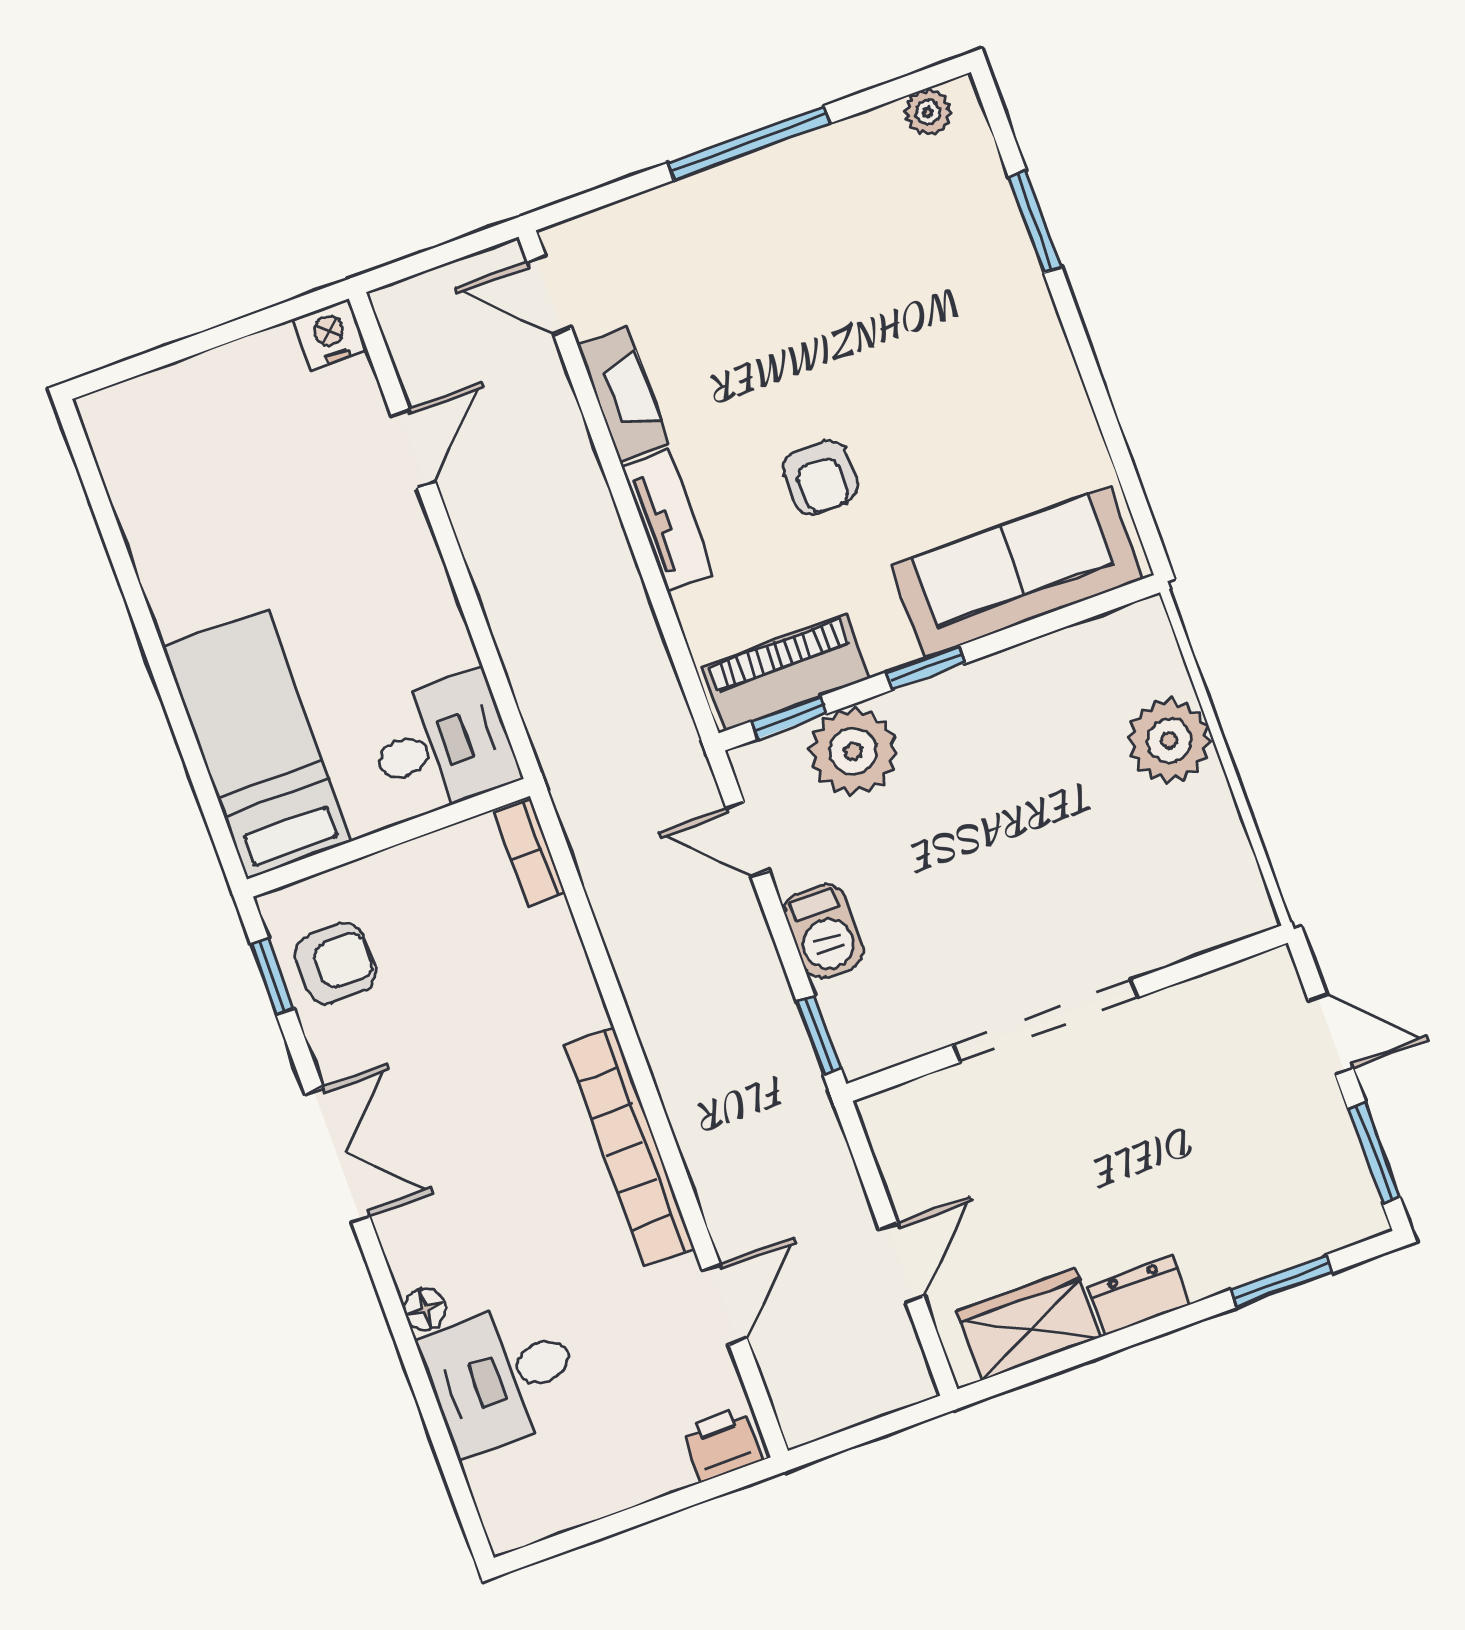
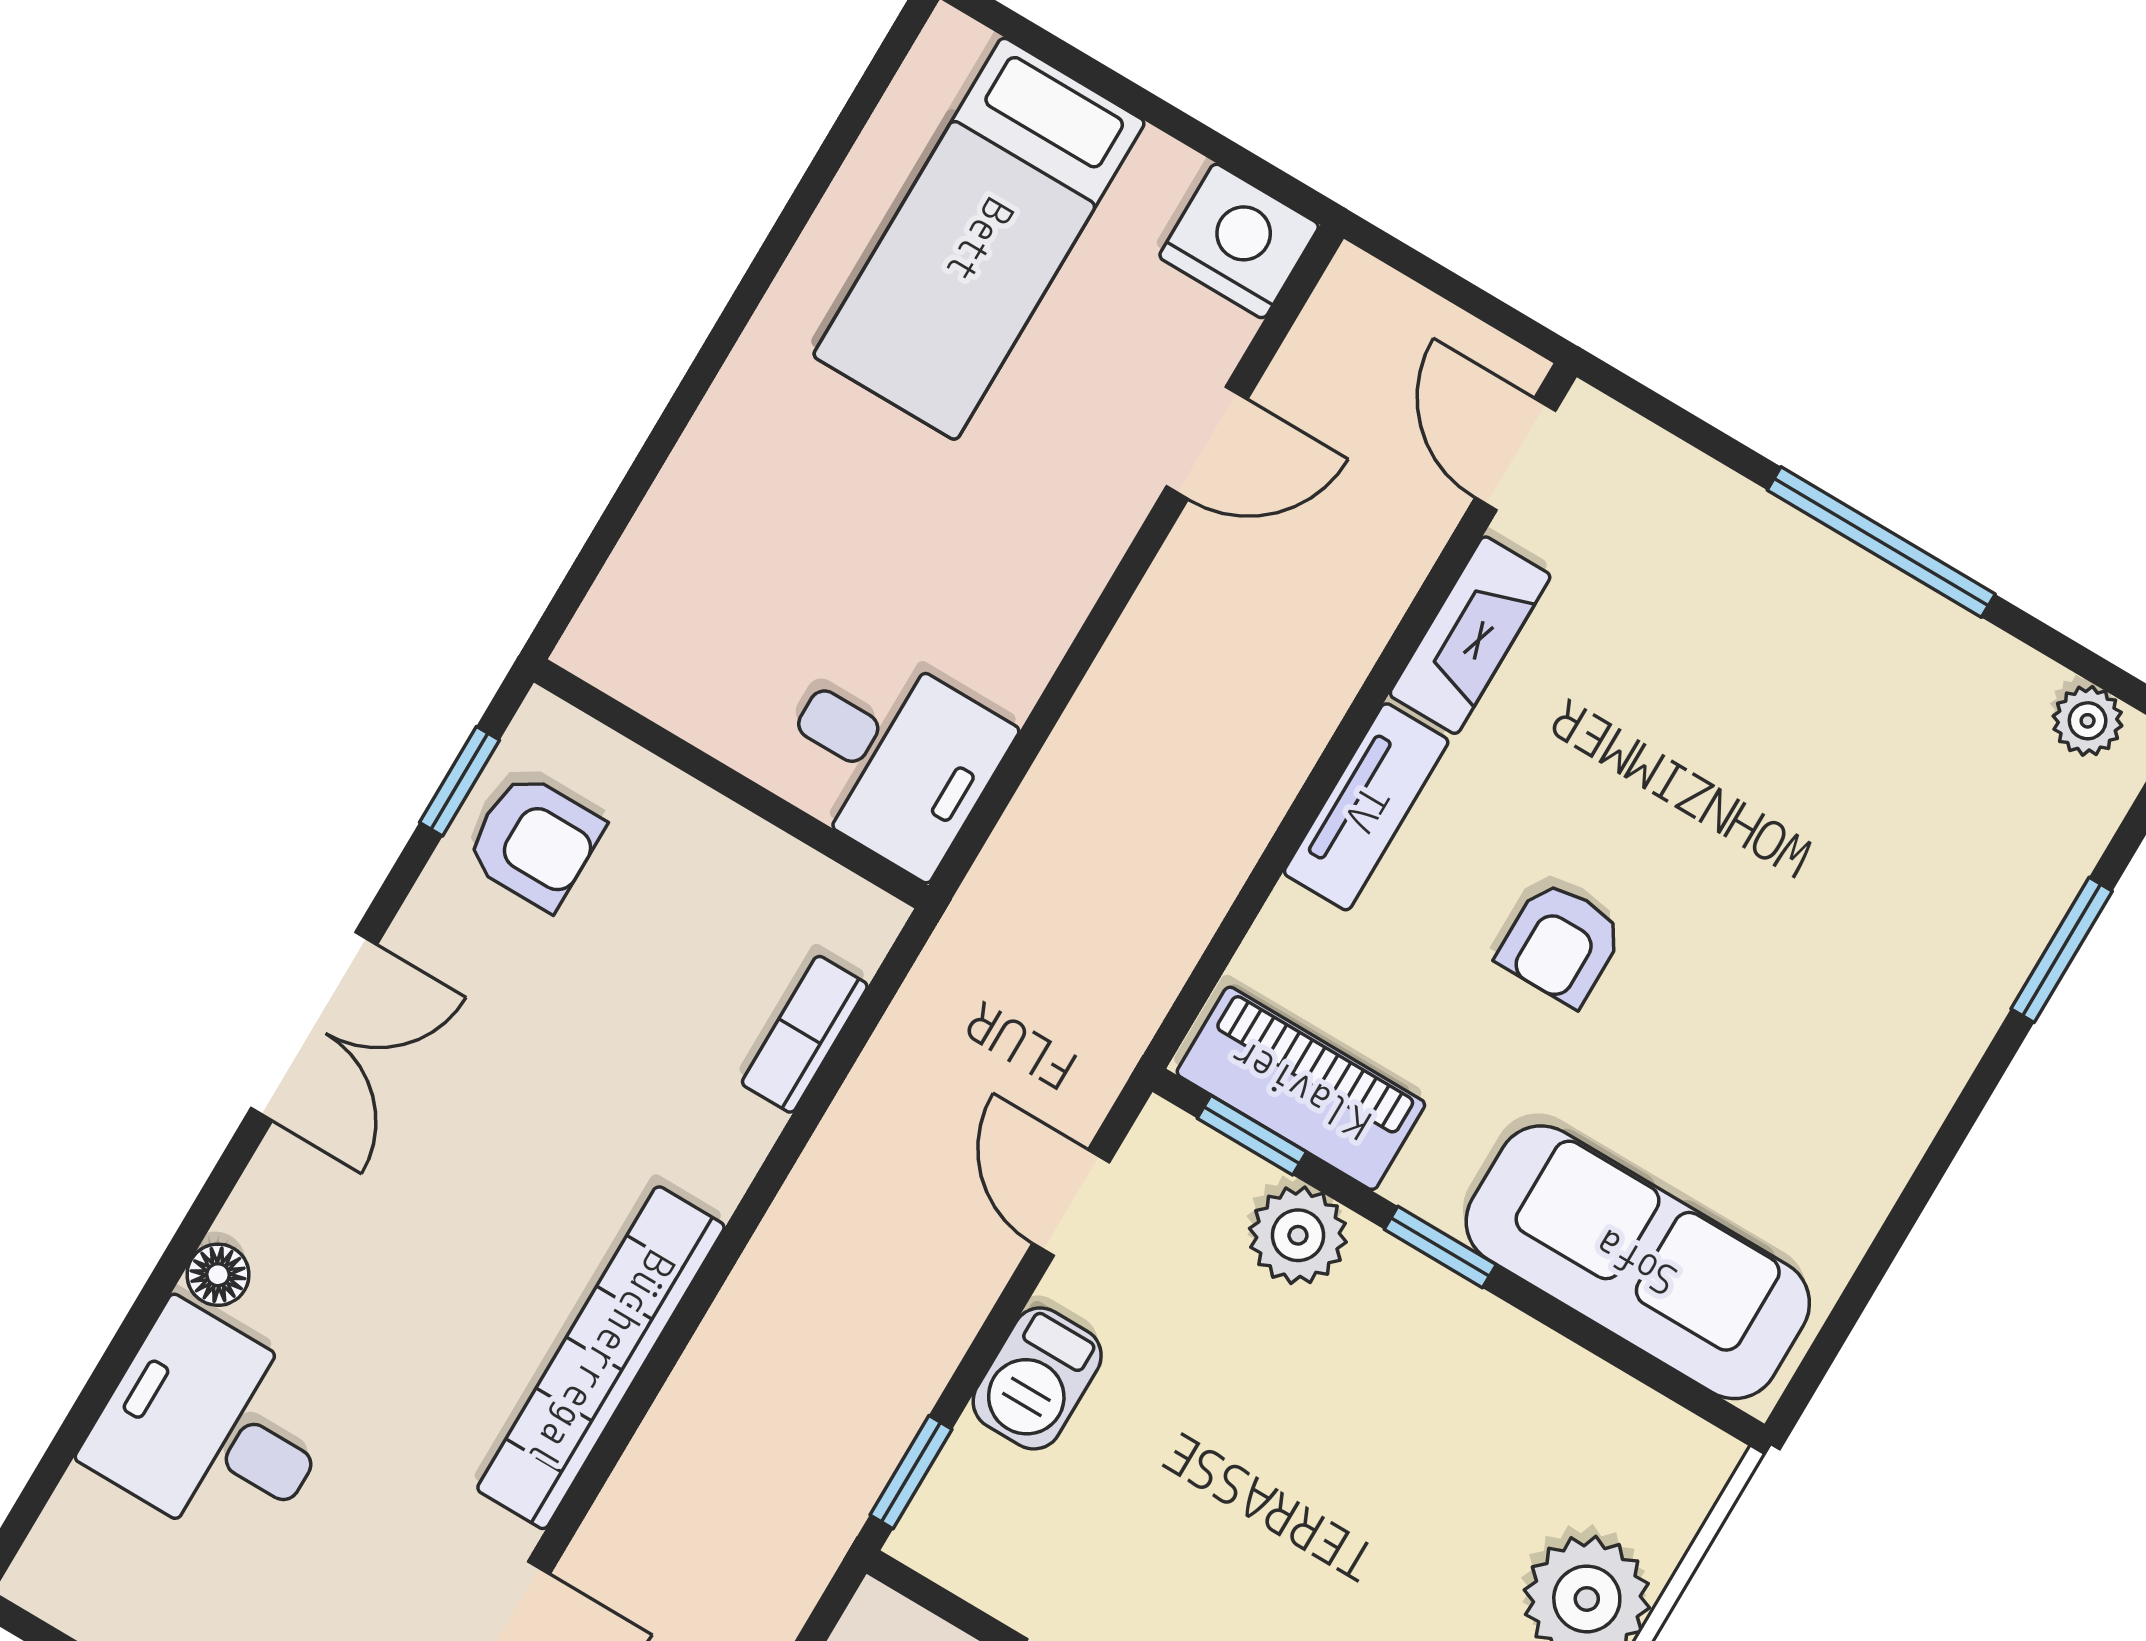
nightstand: (330, 335) -> (1239, 241), width x1.36, depth x1.33
bed: (257, 744) -> (979, 239), moved, turned 180
plant: (853, 751) -> (1298, 1235), width x0.73, depth x0.73
bookcase: (529, 853) -> (805, 1034), moved

